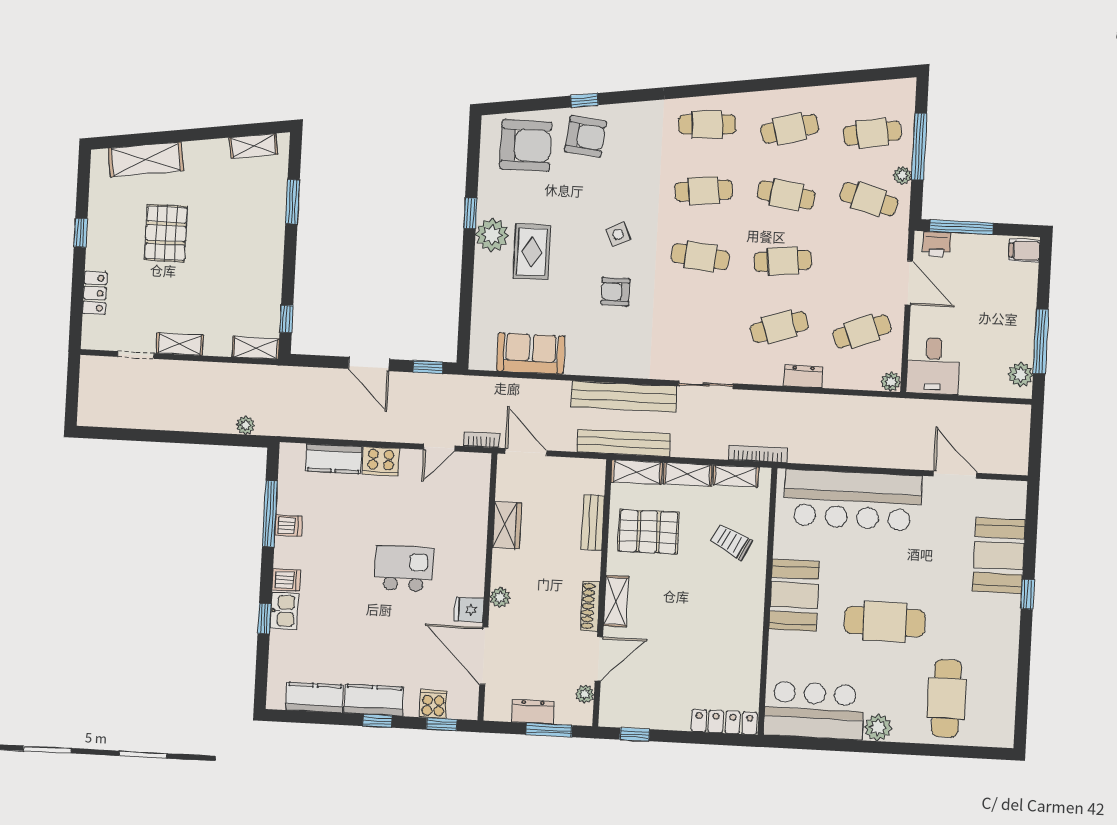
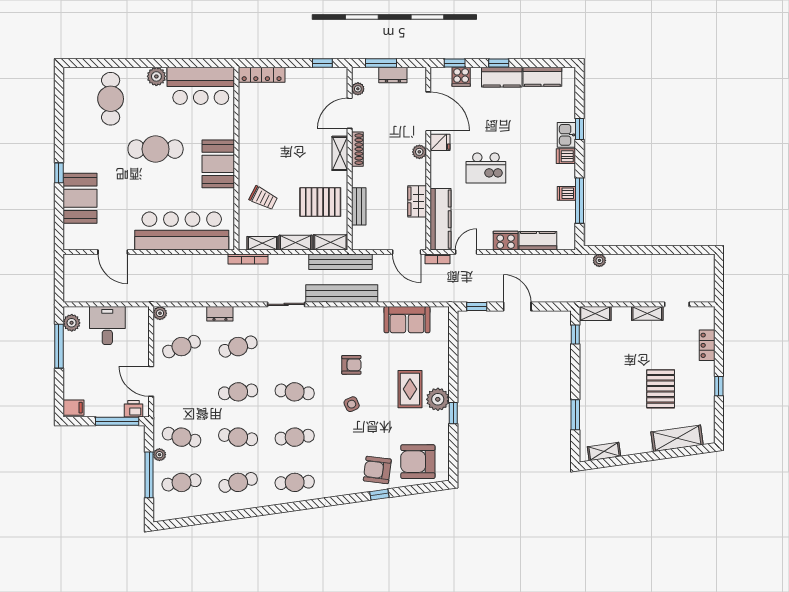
desk: (933, 366) -> (107, 326), moved
kitchen counter: (474, 497) -> (440, 219), added

